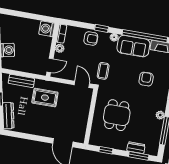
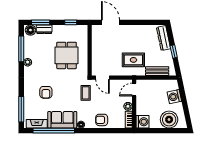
boiler: (18, 26) -> (169, 120), added
window: (102, 28) -> (94, 131), removed
floor lamp: (151, 149) -> (30, 30), added

